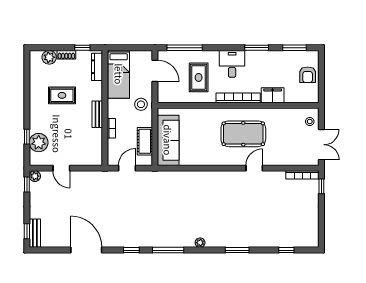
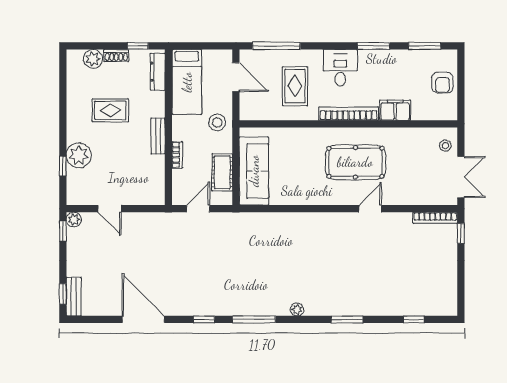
plant: (39, 143) -> (79, 155), moved

